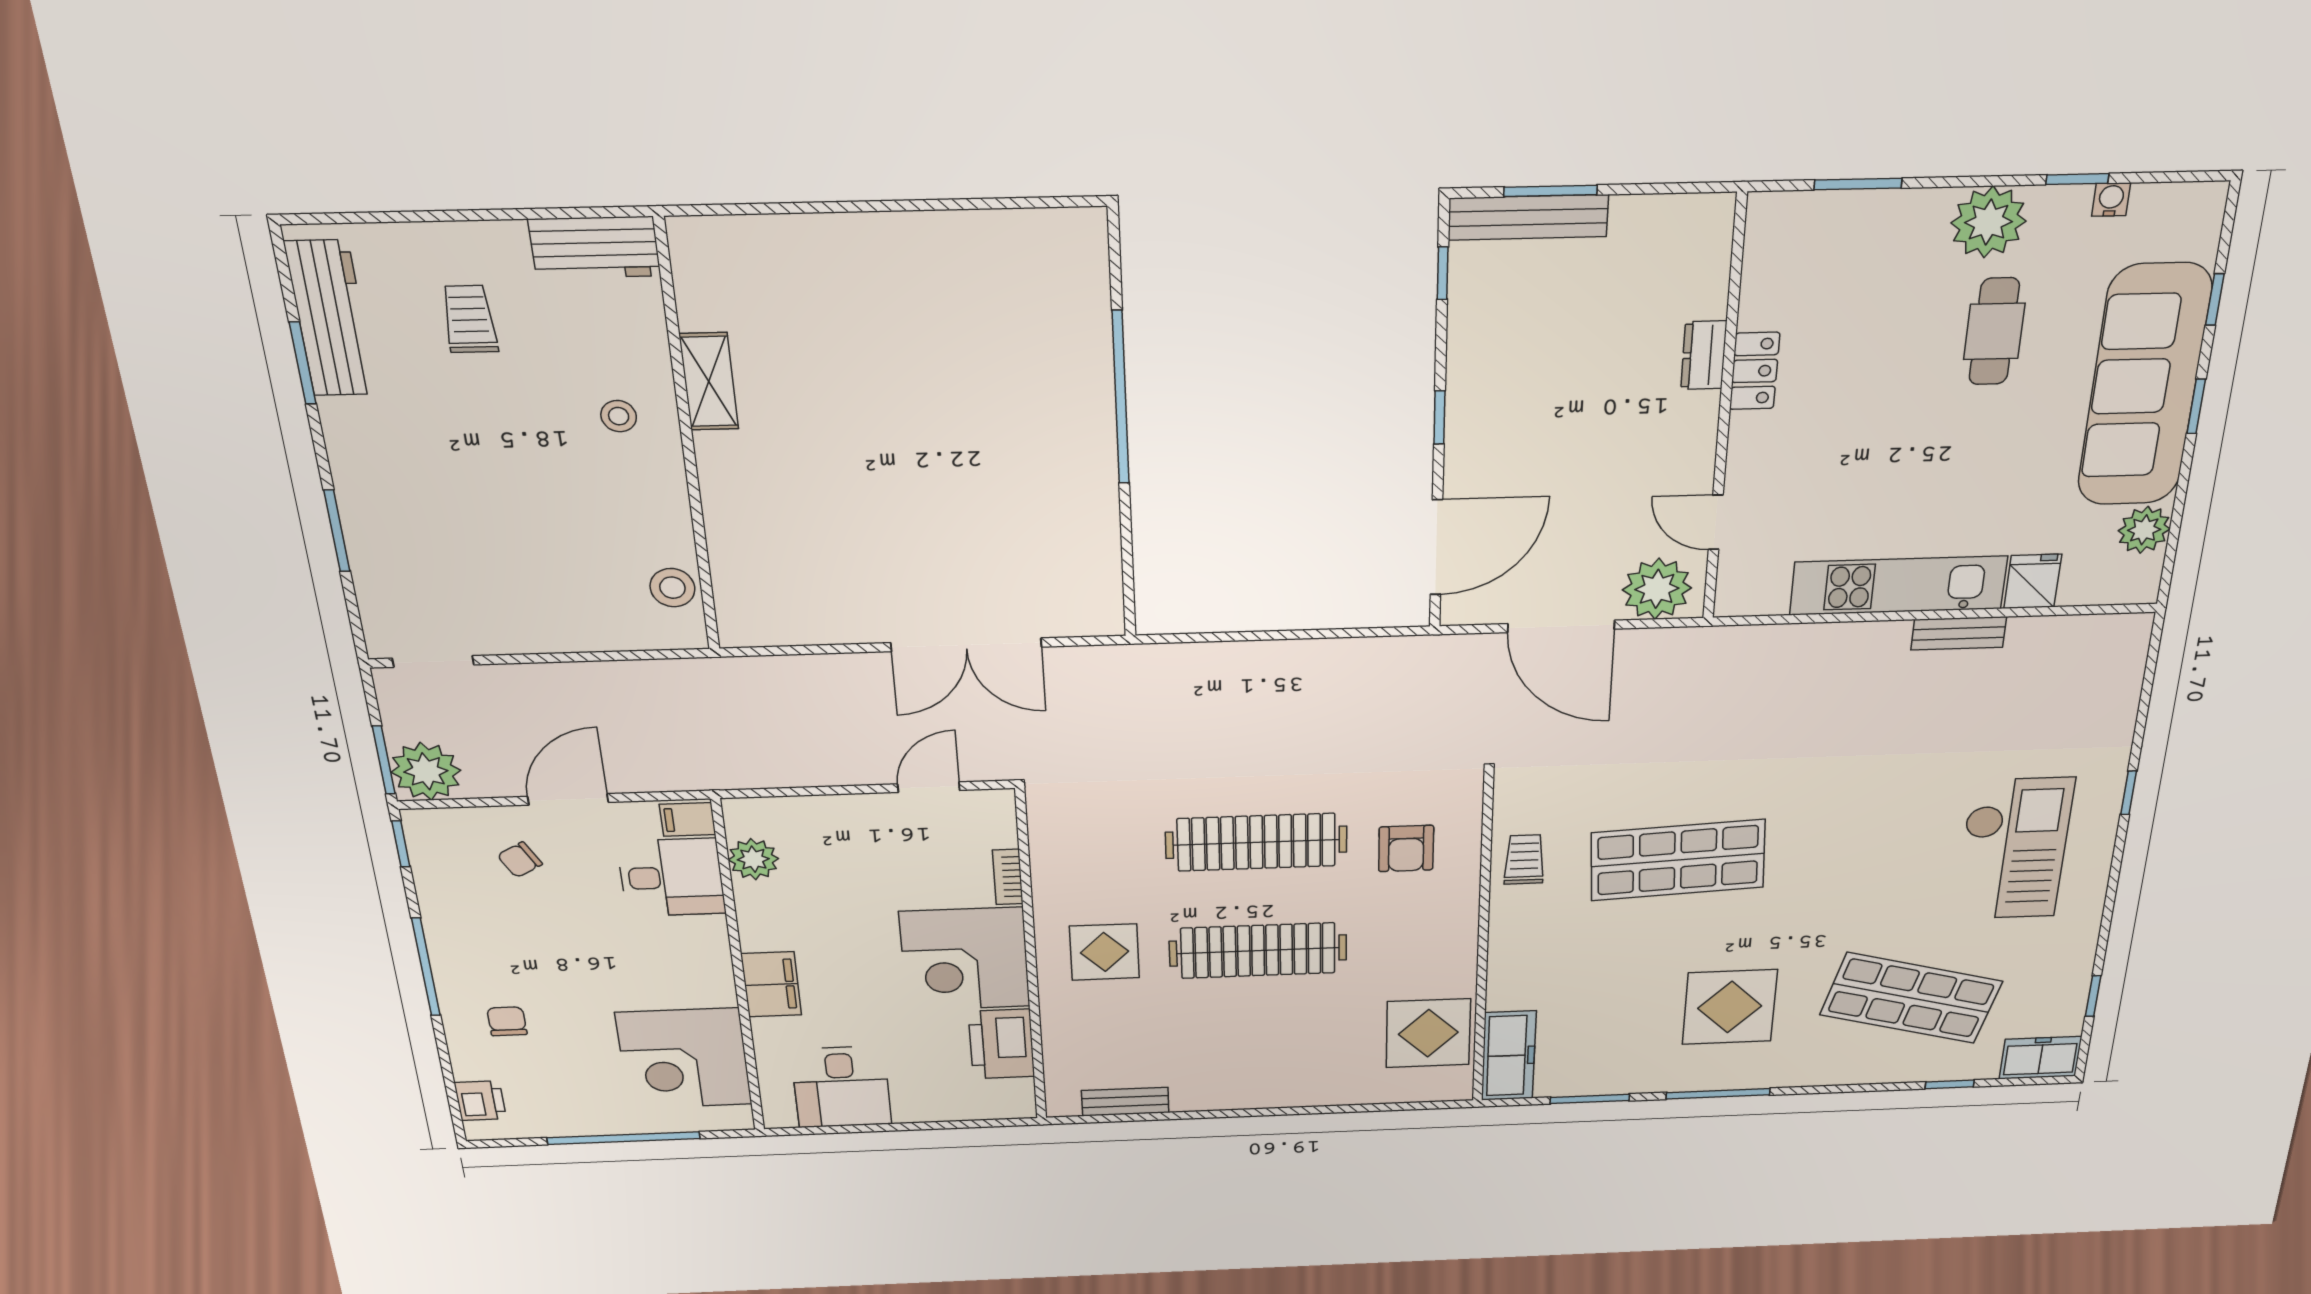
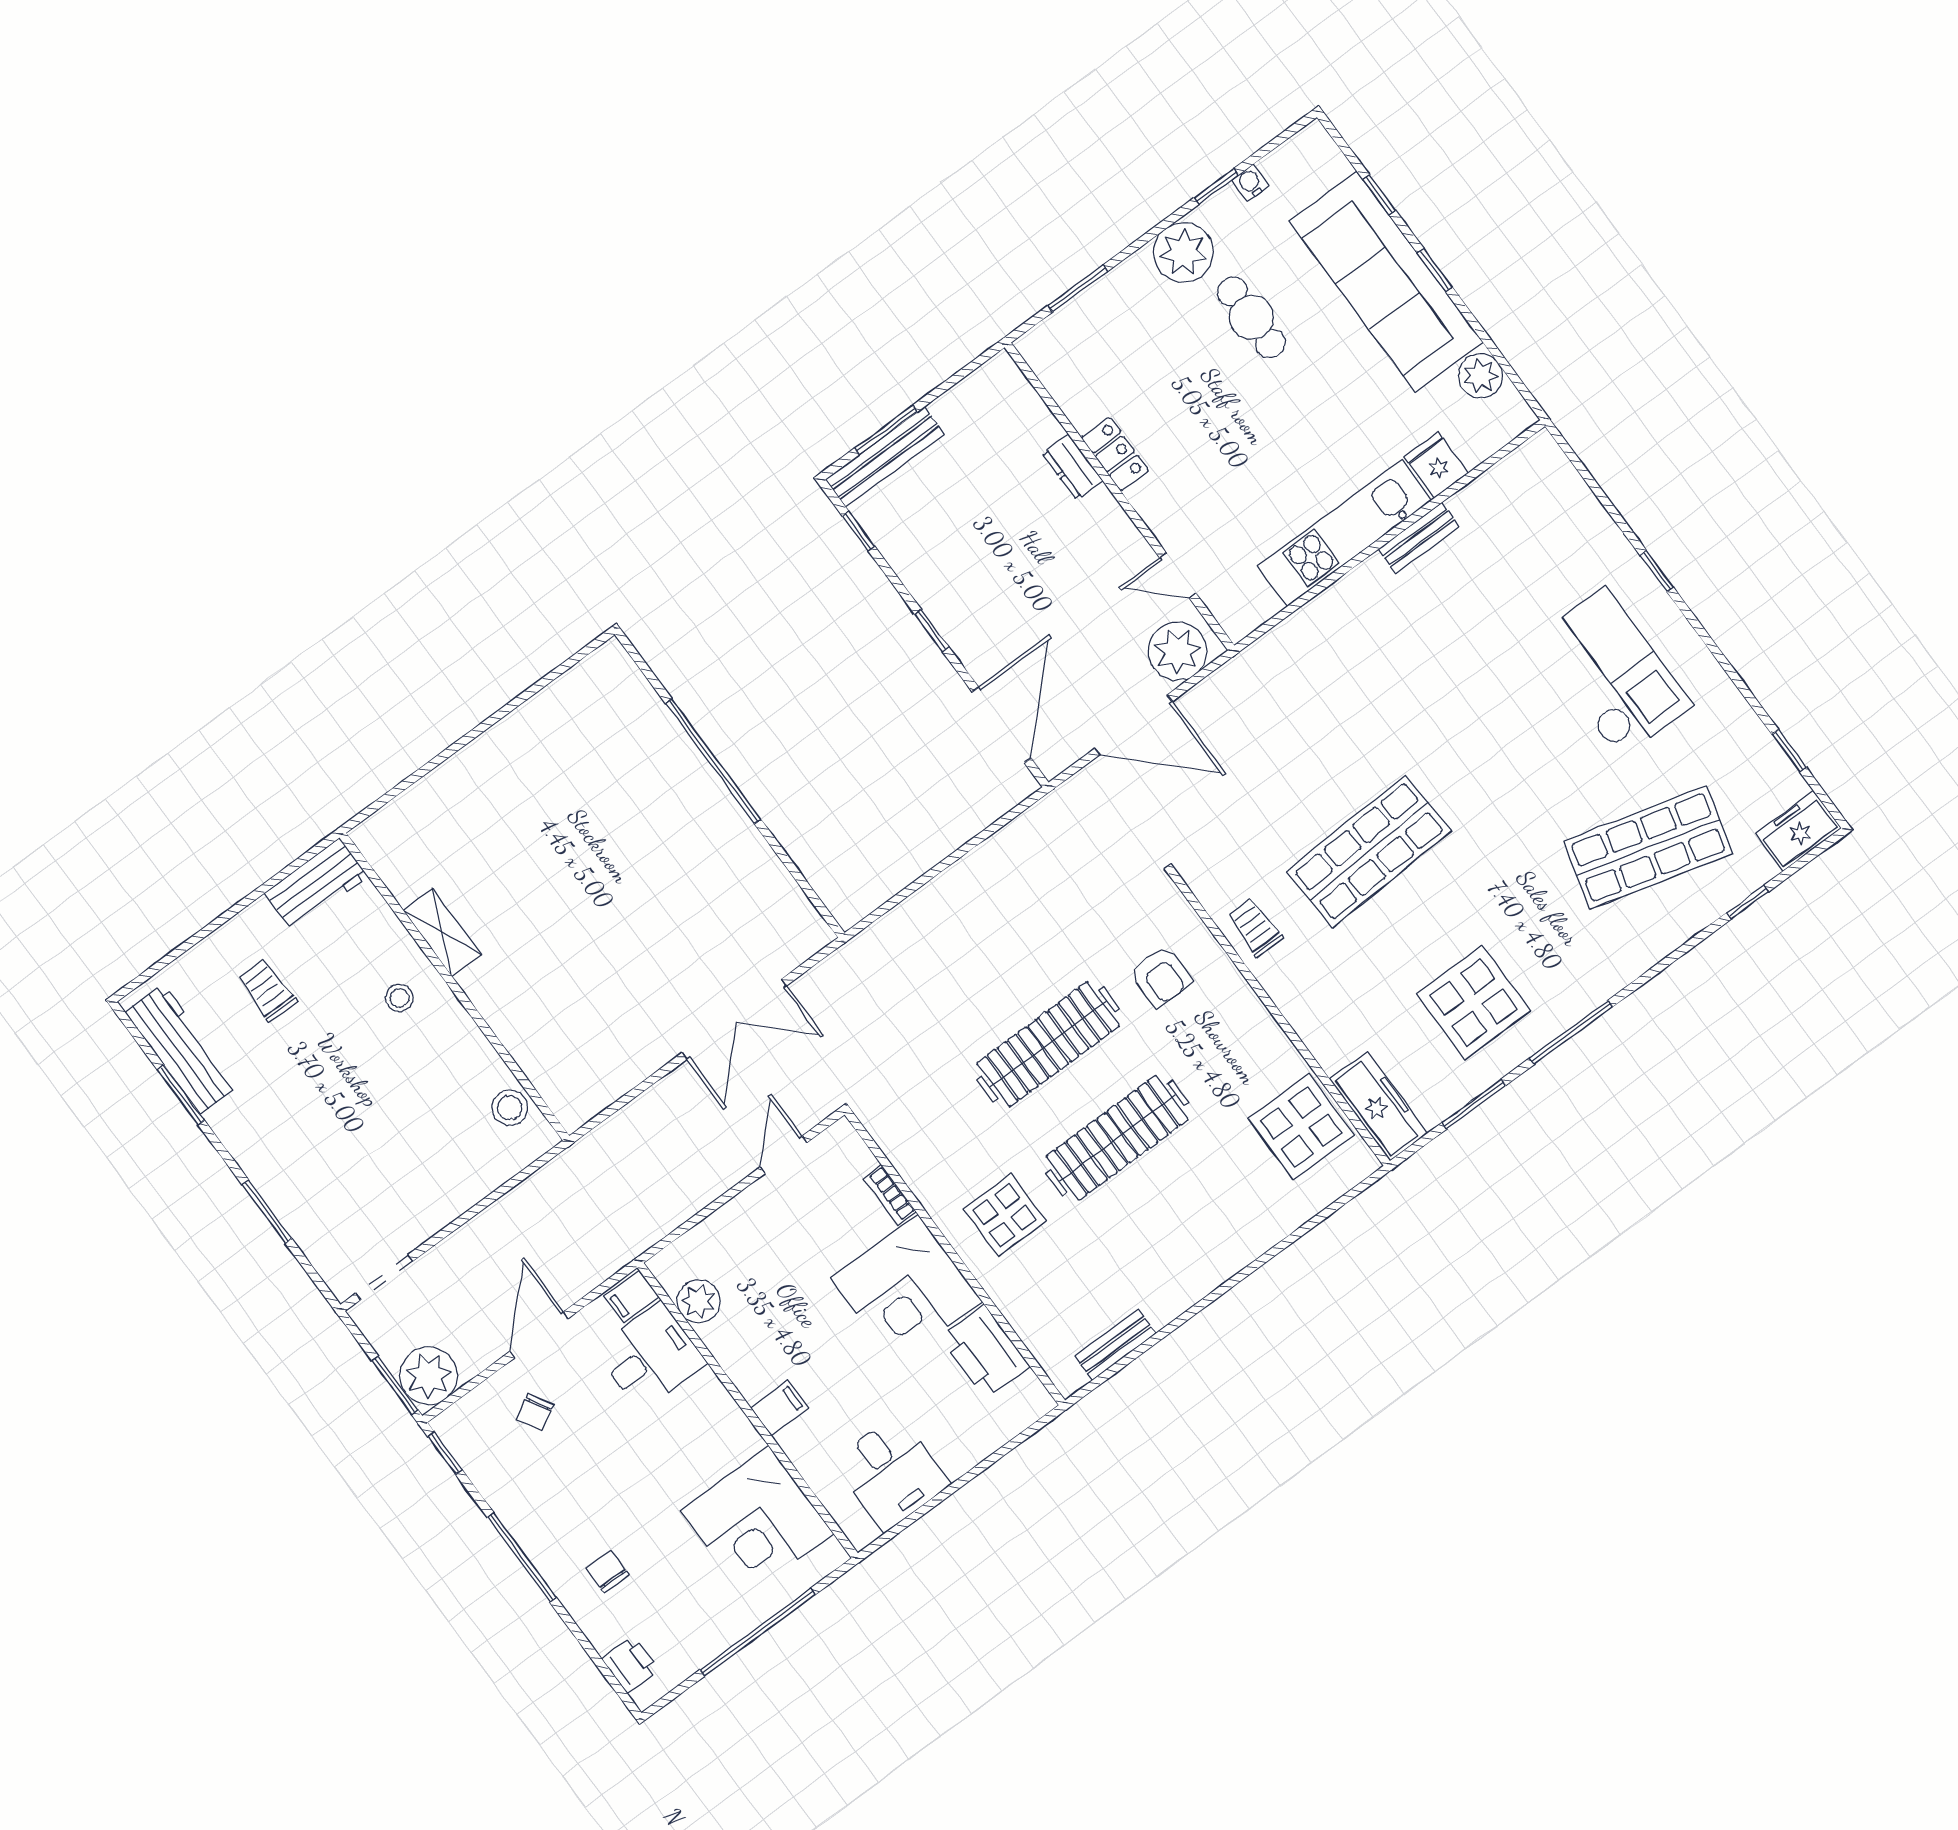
filing cabinet: (771, 984) -> (780, 1408), width x0.50
display table: (1730, 1007) -> (1474, 1002), moved

